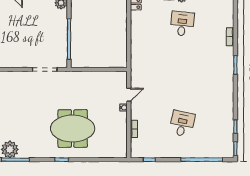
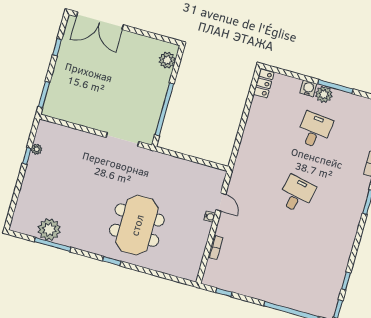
door: (129, 95) -> (221, 202), hinge flipped
desk: (182, 124) -> (297, 194), moved
meeting table: (73, 128) -> (137, 225), turned 90

